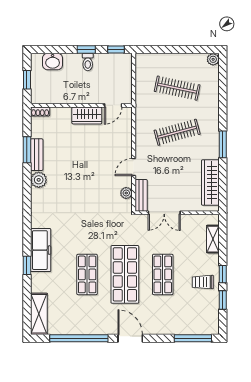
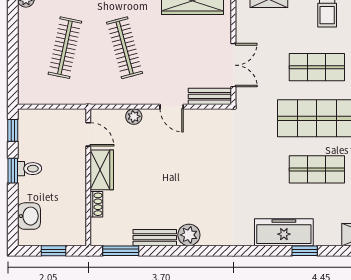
shoe rack: (40, 111) -> (96, 204), moved
window: (27, 150) -> (121, 251), moved
plant: (126, 193) -> (134, 116), moved

